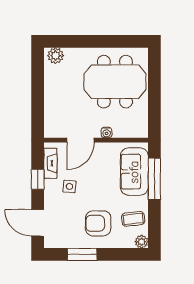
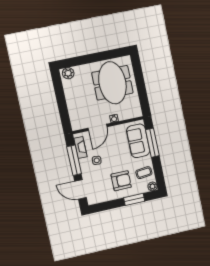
meeting table: (115, 82) -> (112, 83), turned 90
window: (38, 179) -> (74, 160), width x2.17
armchair: (98, 223) -> (121, 181), turned 180
window: (82, 254) -> (134, 199), moved

